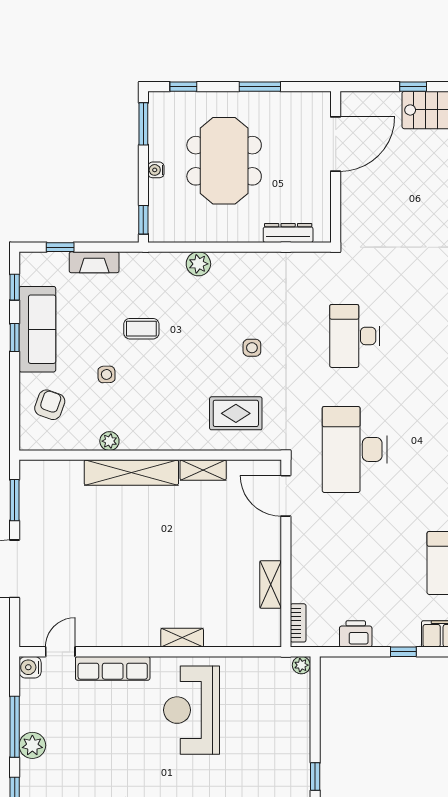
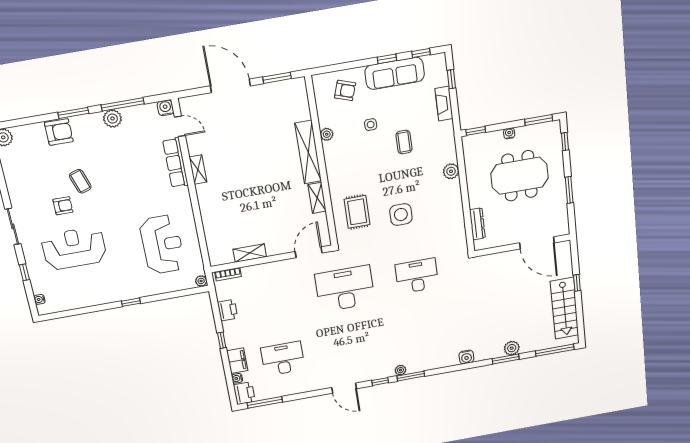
side table: (252, 348) -> (401, 214), width x1.87, depth x1.87
shelving: (182, 638) -> (198, 170), moved
reception desk: (191, 710) -> (162, 245), moved, turned 90

